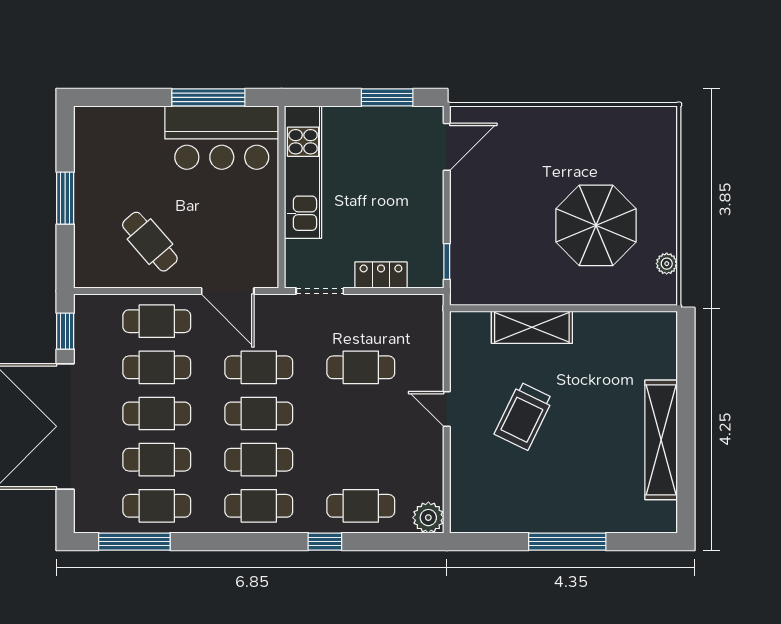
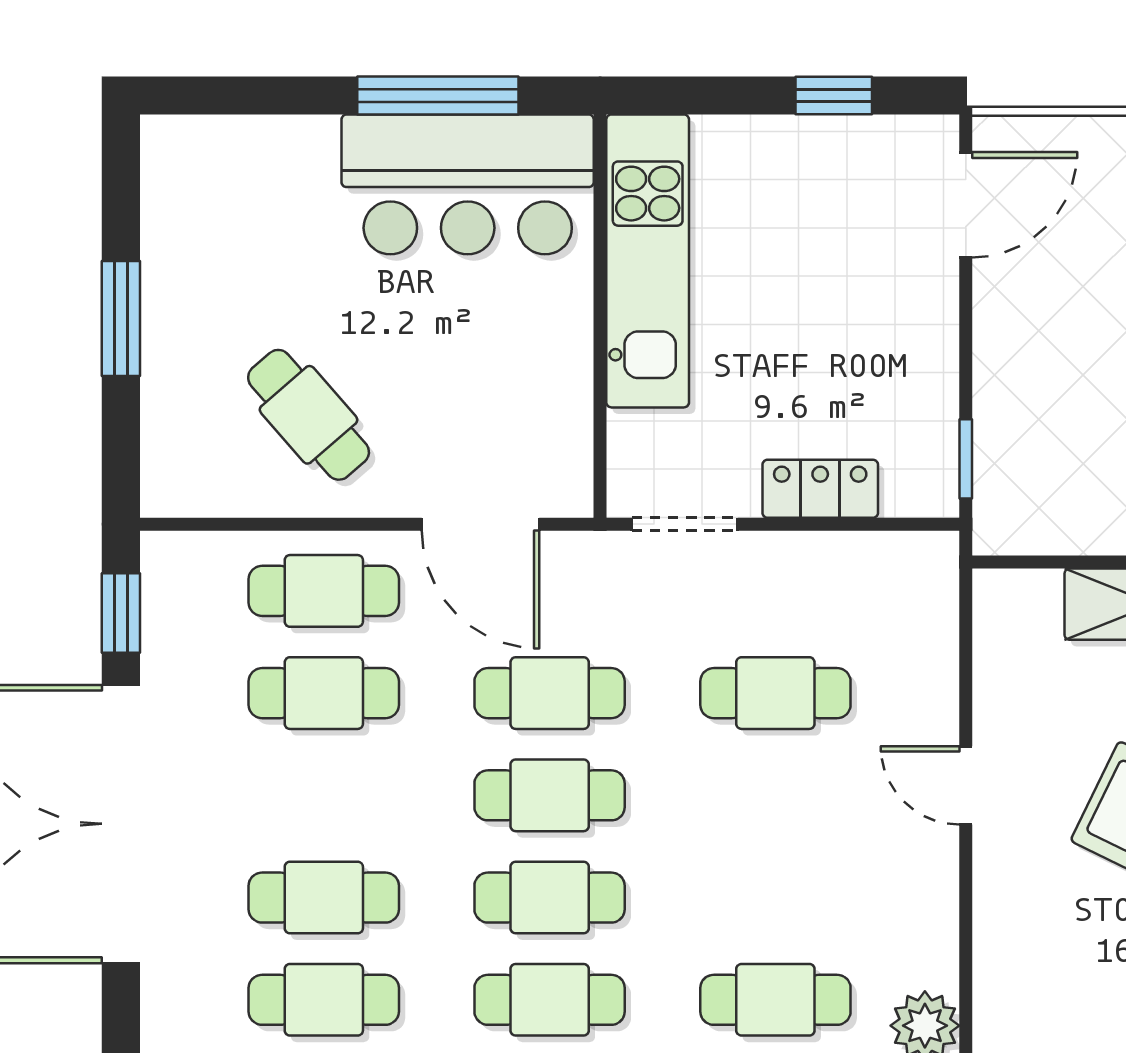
window: (387, 97) -> (834, 95), width x0.67
cafe table: (157, 414) -> (324, 795), removed

